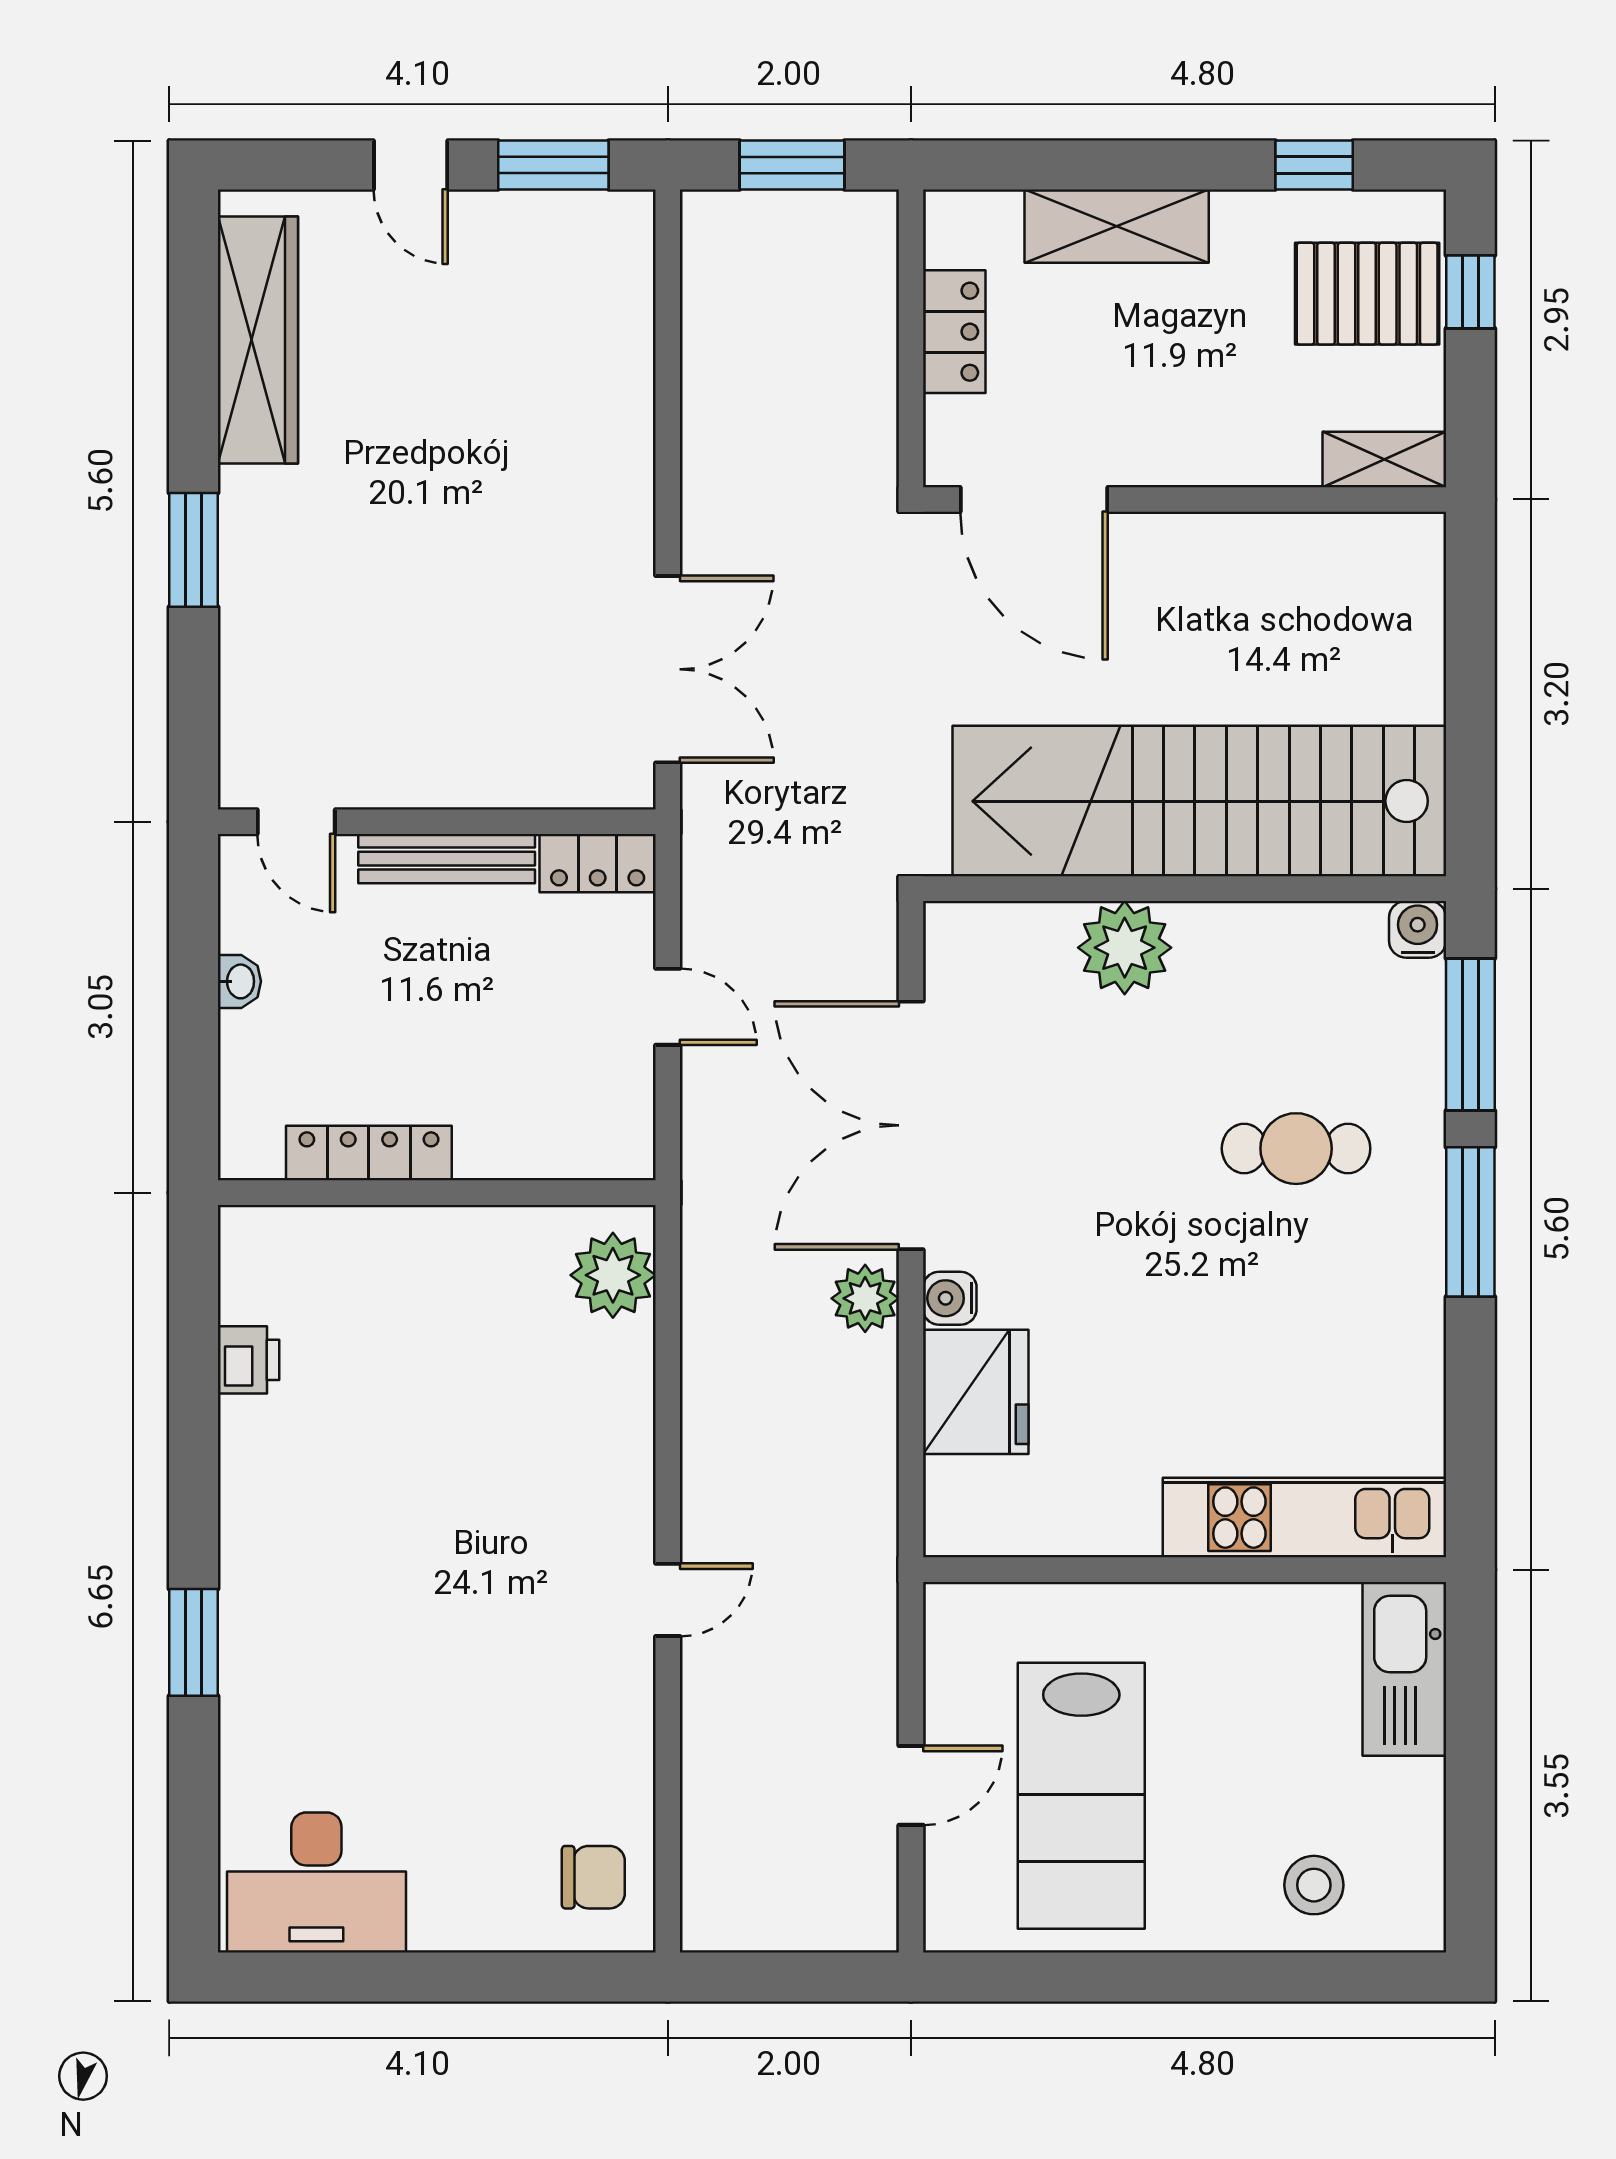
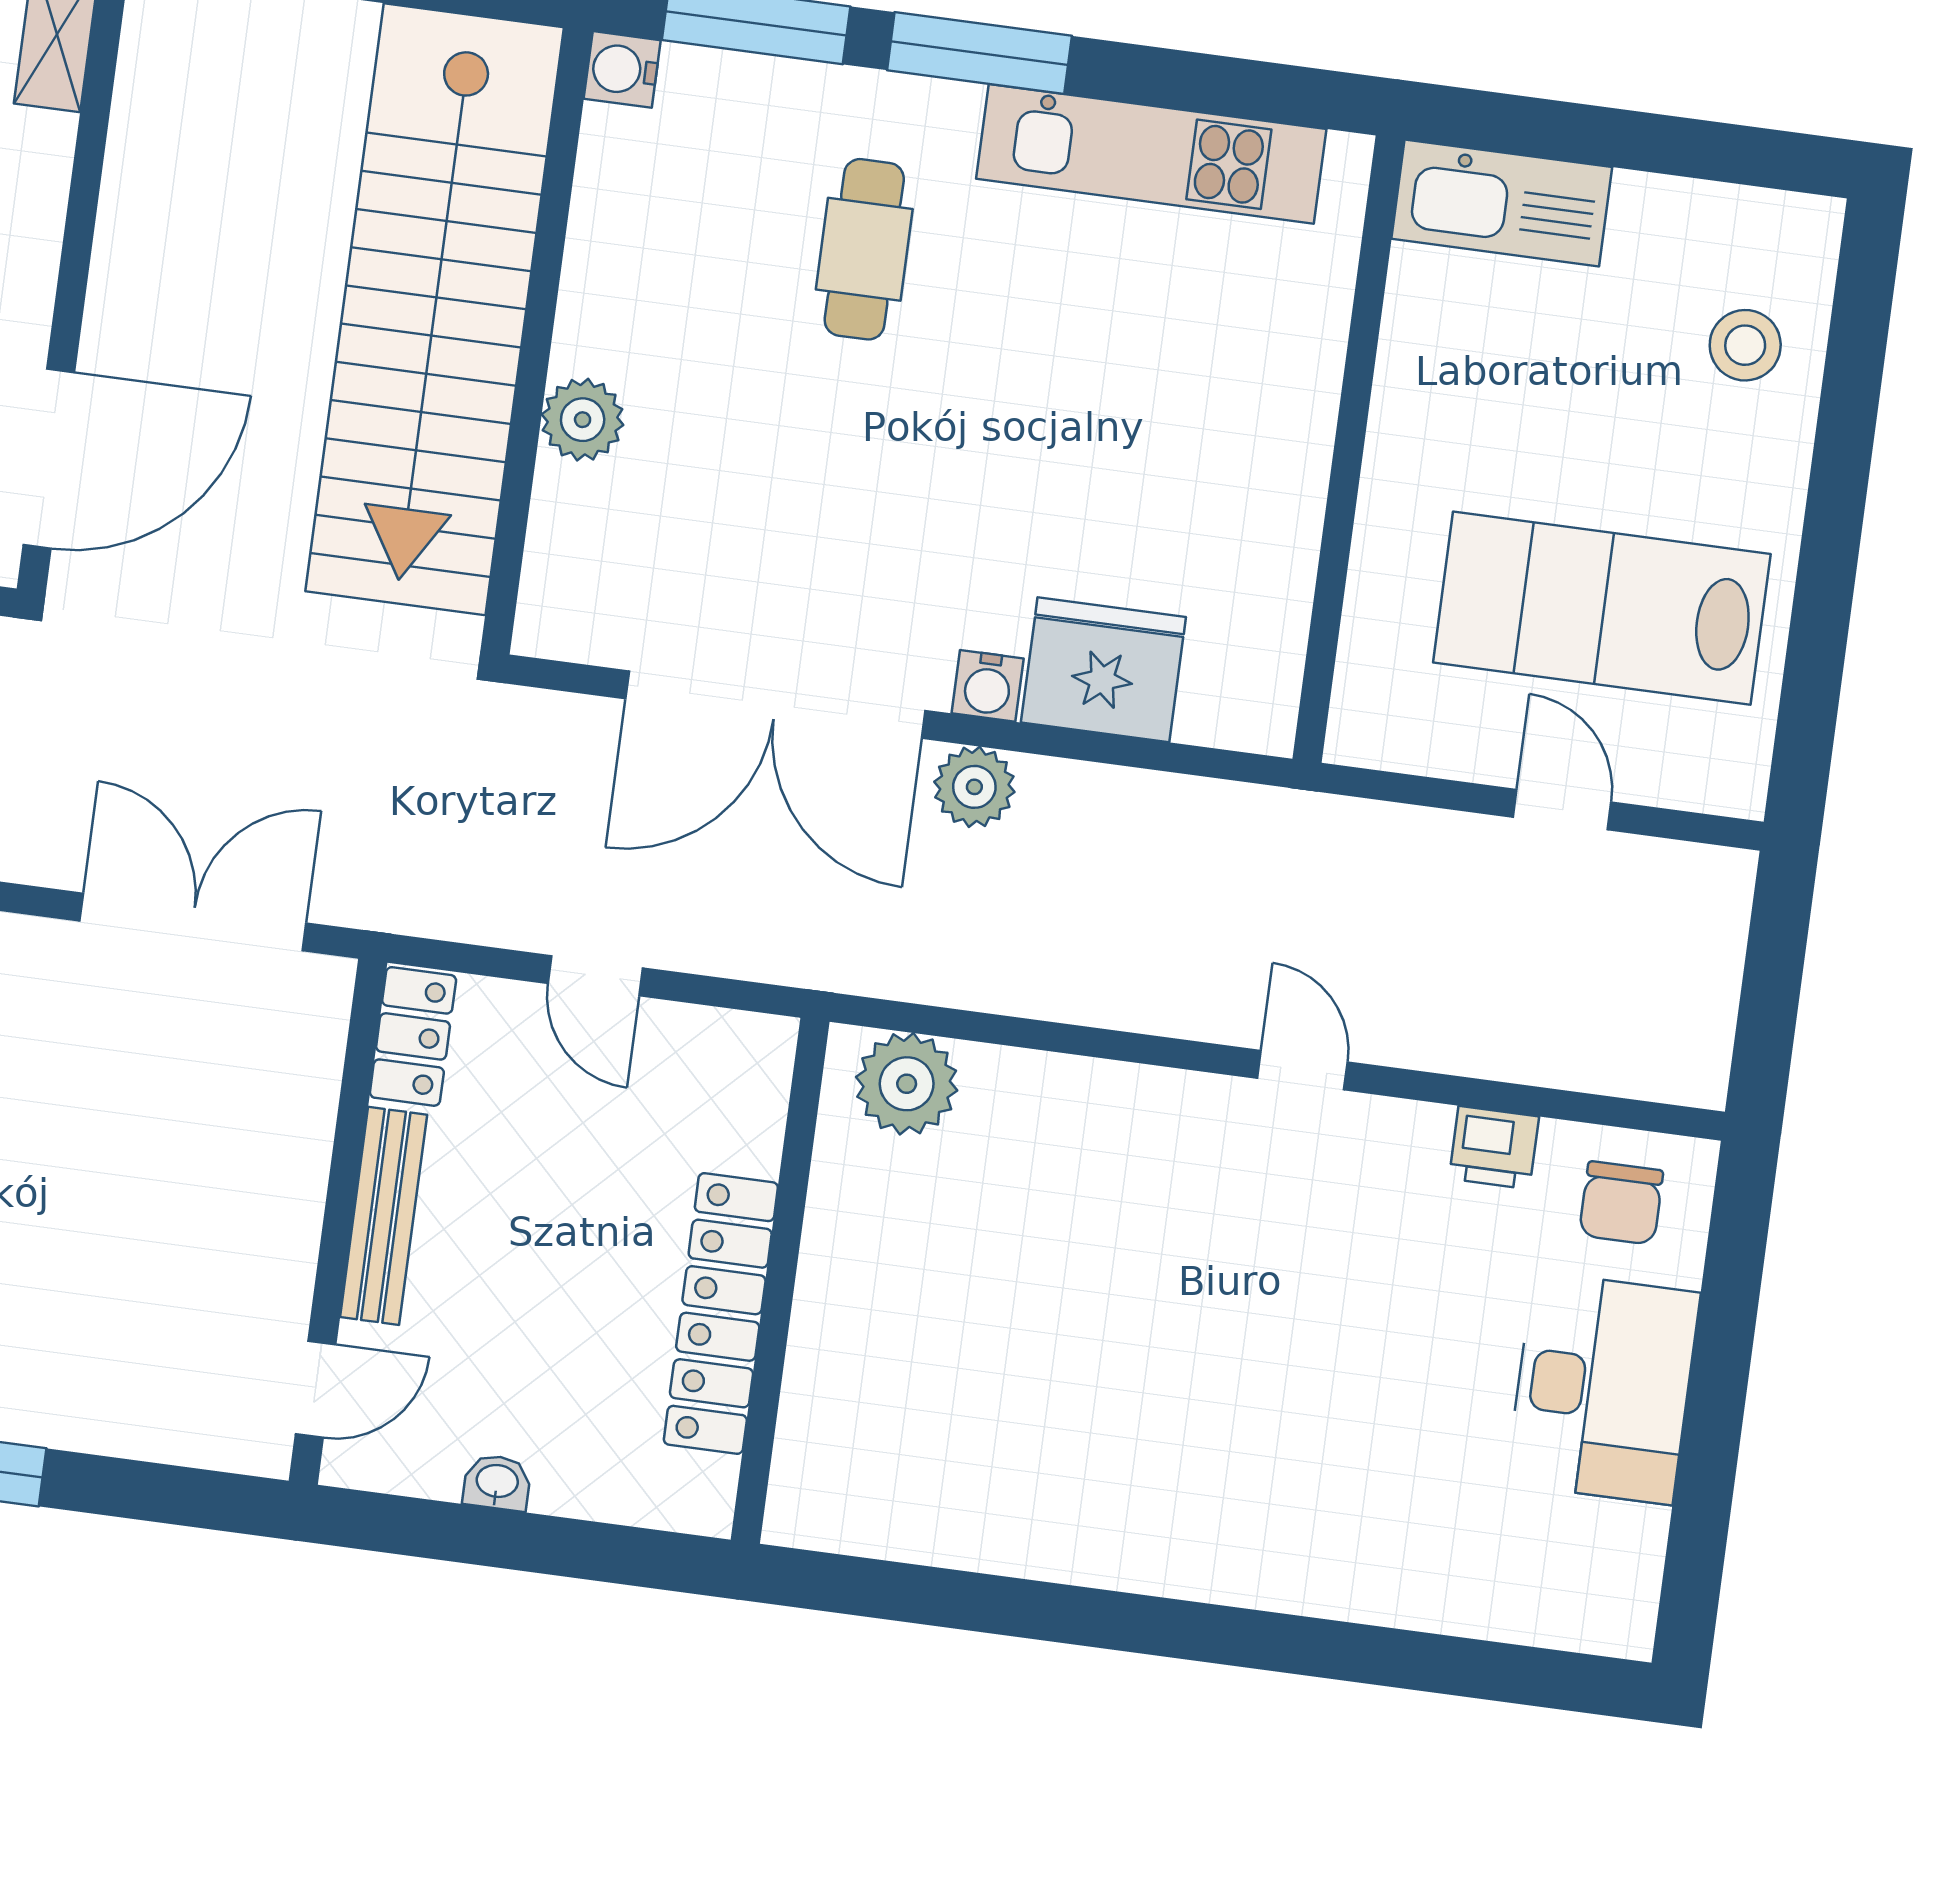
plant: (1125, 948) -> (583, 420), width x0.73, depth x0.73
door: (668, 1007) -> (595, 976), swing flipped
locker: (369, 1153) -> (721, 1313), width x1.41, depth x1.21
printer: (248, 1360) -> (1494, 1148), moved, turned 180
kitchen unit: (1305, 1518) -> (1151, 154), moved, turned -90
window: (193, 1642) -> (1278, 1642), removed
lab bench: (1081, 1796) -> (1602, 608), turned 180
chair: (593, 1877) -> (1621, 1203), turned 180
desk: (316, 1883) -> (1603, 1388), moved

